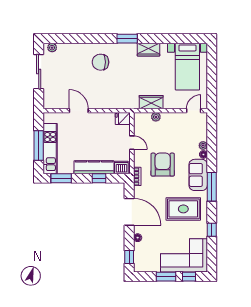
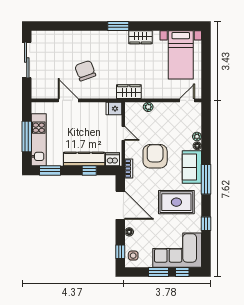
plant: (52, 48) -> (41, 35), removed
chair: (100, 62) -> (85, 71), moved, turned 70
wardrobe: (151, 102) -> (129, 92), moved
side table: (141, 261) -> (133, 256), added

